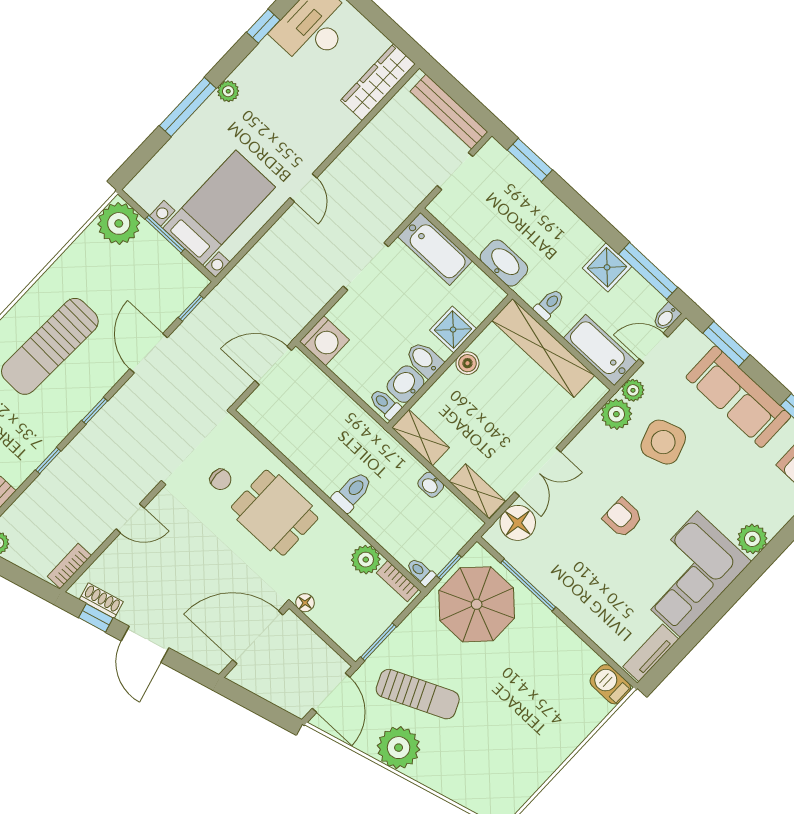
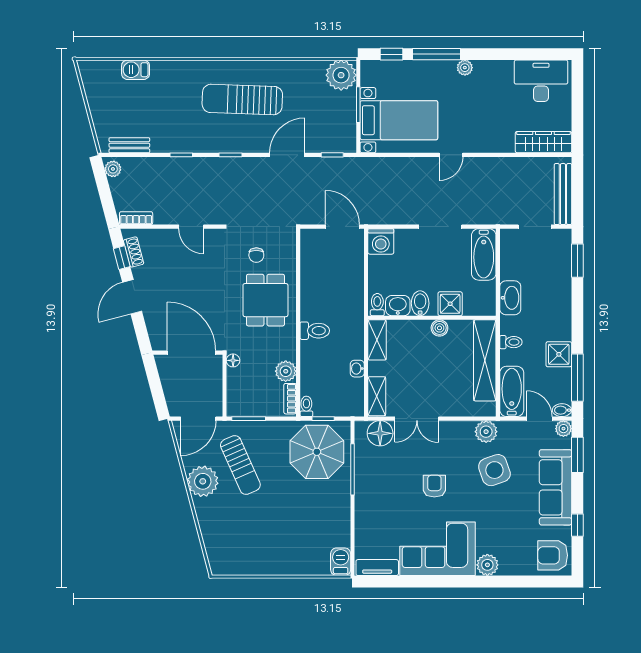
window: (263, 26) -> (392, 54), moved
plant: (633, 390) -> (563, 429), moved

